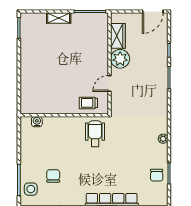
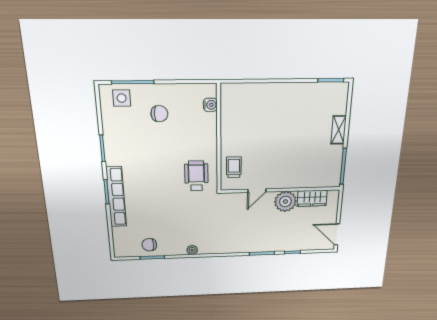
door: (109, 83) -> (257, 191), swing flipped
wheelchair: (95, 134) -> (196, 176), turned -90
chair: (53, 176) -> (159, 114), moved

